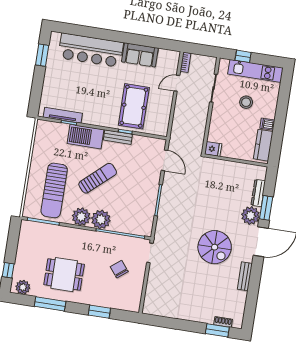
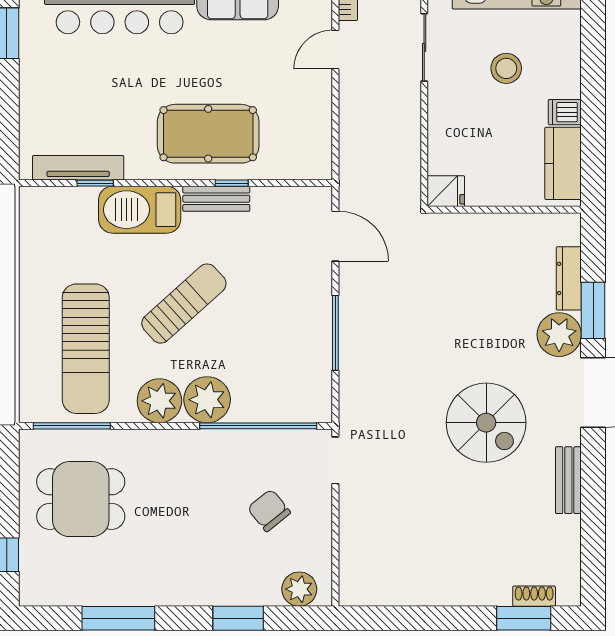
pool table: (134, 106) -> (208, 134), moved, turned 90
dining table: (64, 275) -> (81, 499), moved
plant: (23, 287) -> (299, 589), moved

